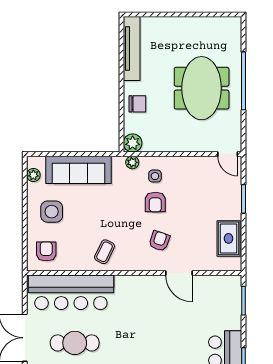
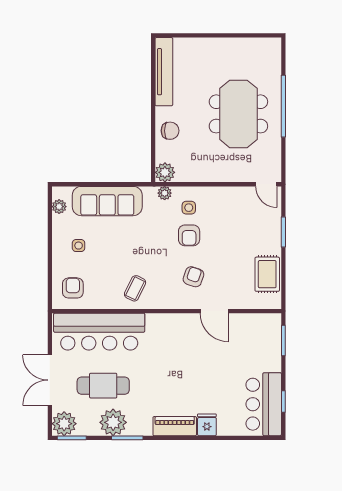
side table: (52, 212) -> (79, 246), width x0.54, depth x0.54

